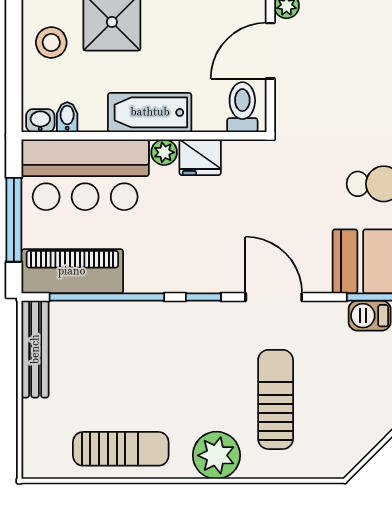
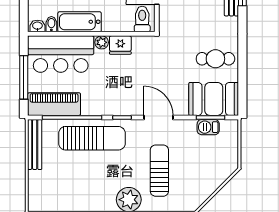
bathtub: (150, 112) -> (80, 22), moved
sun lounger: (121, 449) -> (92, 138), moved, width x1.36, depth x1.34

